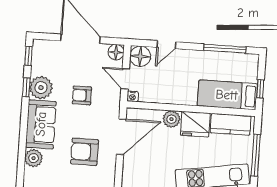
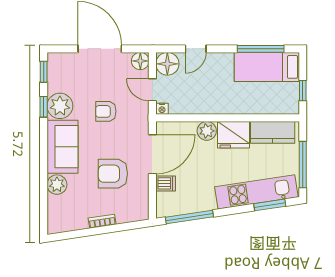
bed: (227, 95) -> (267, 67), moved
dishwasher: (131, 164) -> (166, 183), added

